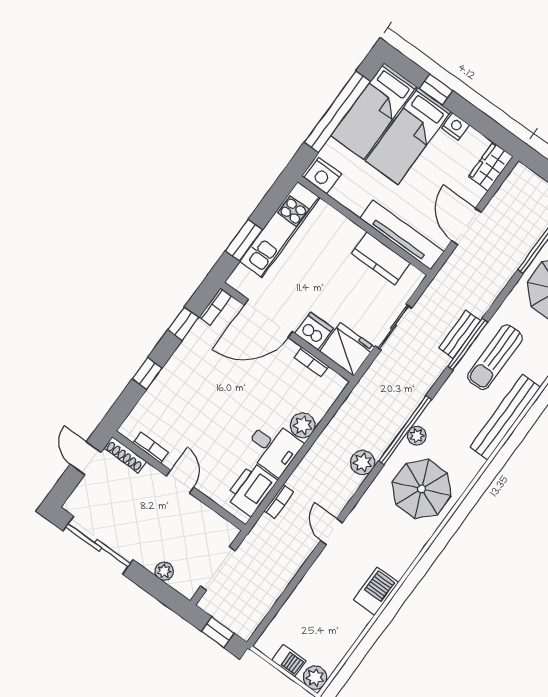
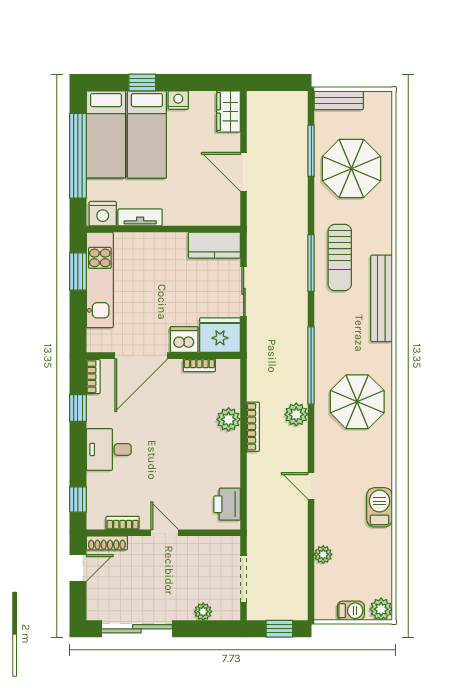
tv unit: (402, 235) -> (140, 217), moved, width x0.52, depth x0.78
window: (244, 240) -> (78, 272), moved
kitchen counter: (381, 258) -> (214, 245), moved
bench: (460, 334) -> (299, 260), removed
window: (147, 373) -> (78, 499), moved
plant: (417, 436) -> (323, 554), moved
desk: (273, 448) -> (109, 450), moved, turned 180
door: (86, 458) -> (78, 568), swing flipped
printer: (251, 489) -> (227, 504), width x0.73, depth x0.84
bookcase: (279, 501) -> (253, 427), moved, width x1.56

